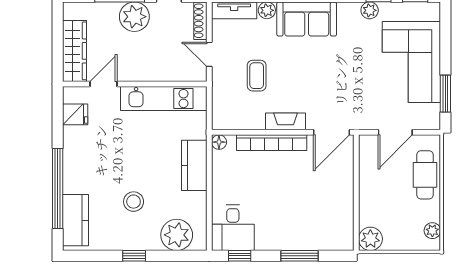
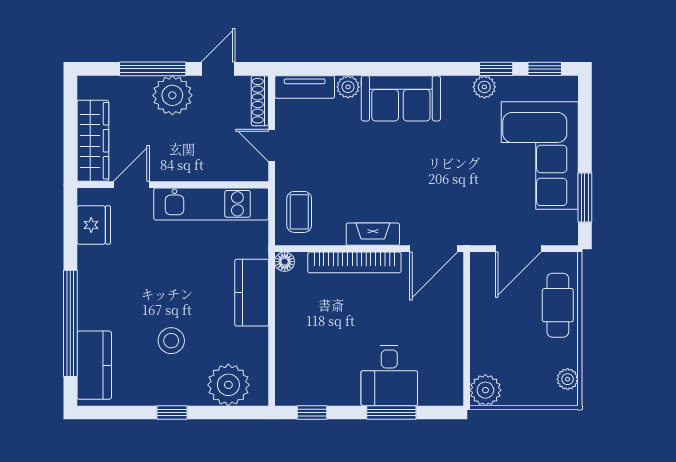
coffee table: (257, 76) -> (299, 212), moved
fridge: (75, 114) -> (94, 225), width x1.38
desk: (233, 228) -> (389, 375), moved

